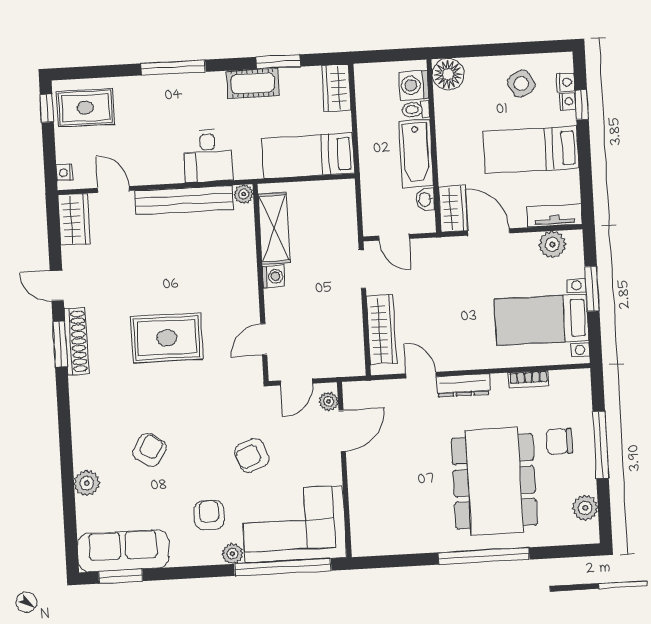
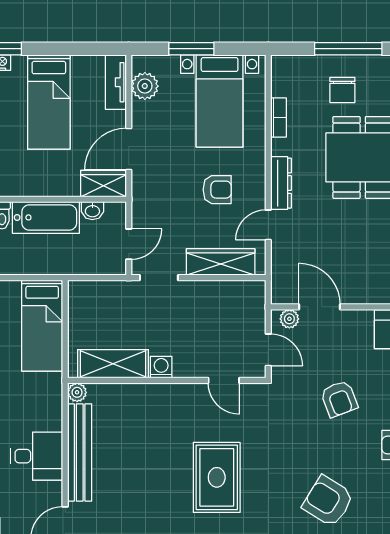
desk: (208, 156) -> (37, 456), moved
armchair: (453, 322) -> (217, 190), added
armchair: (149, 450) -> (328, 501), width x1.38, depth x1.38

